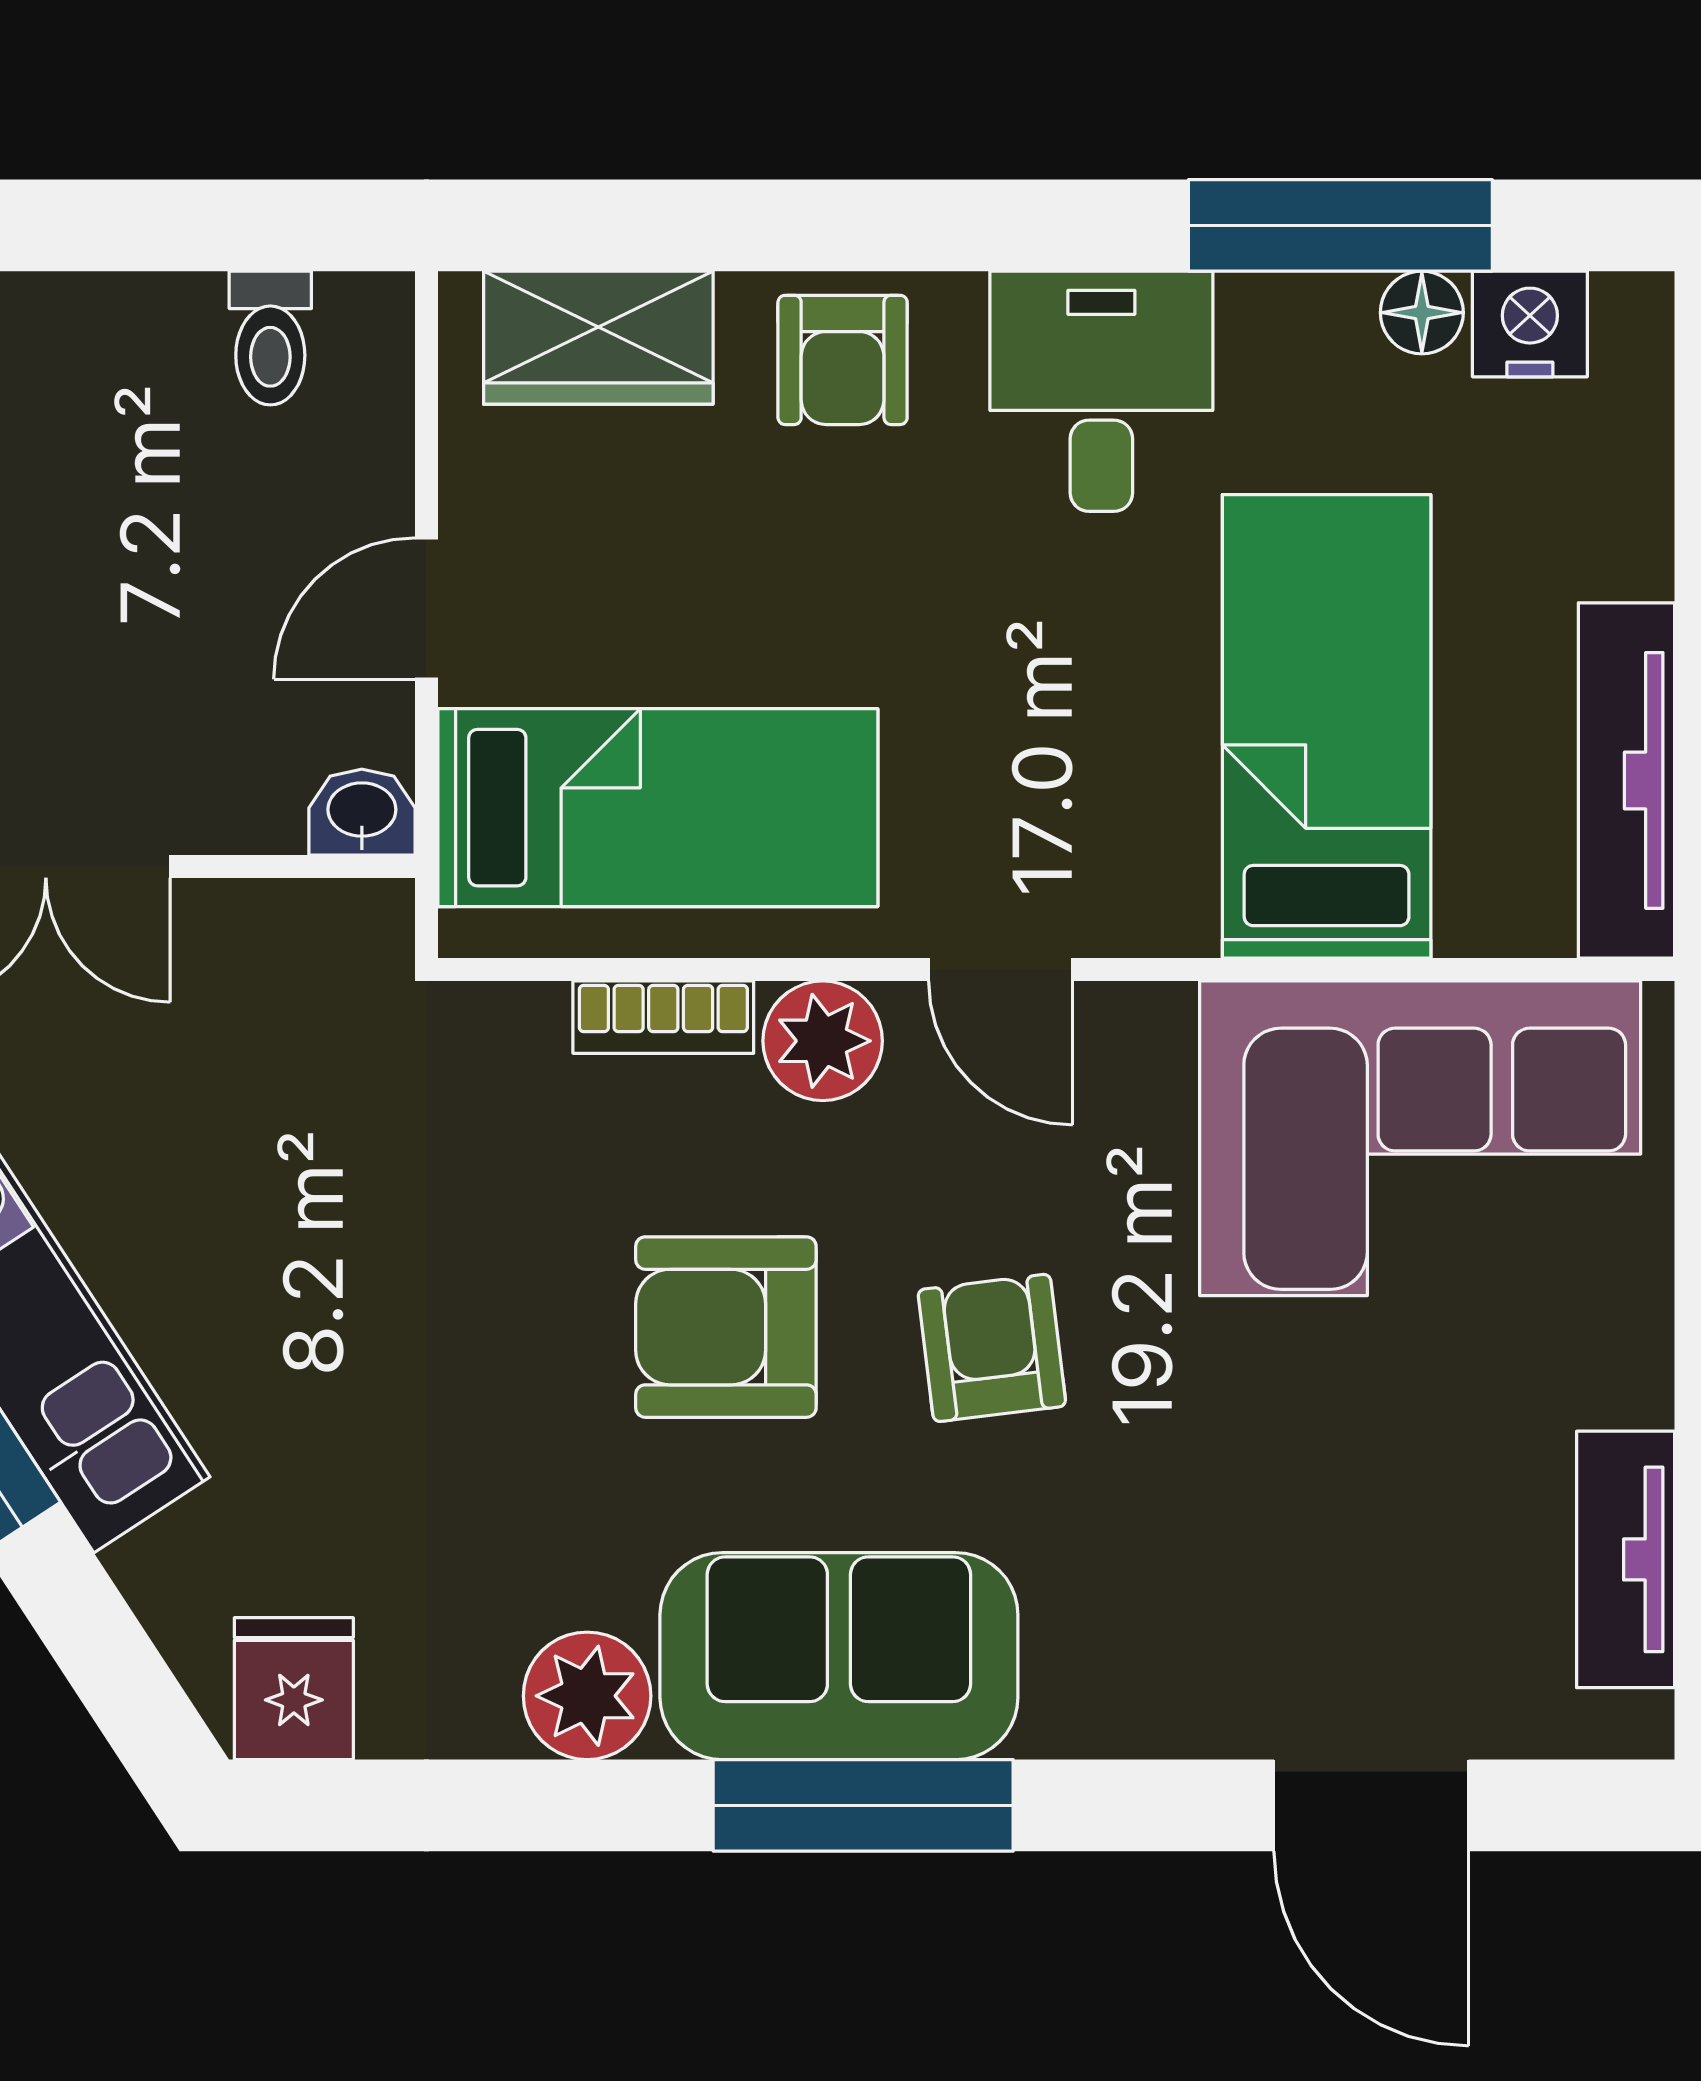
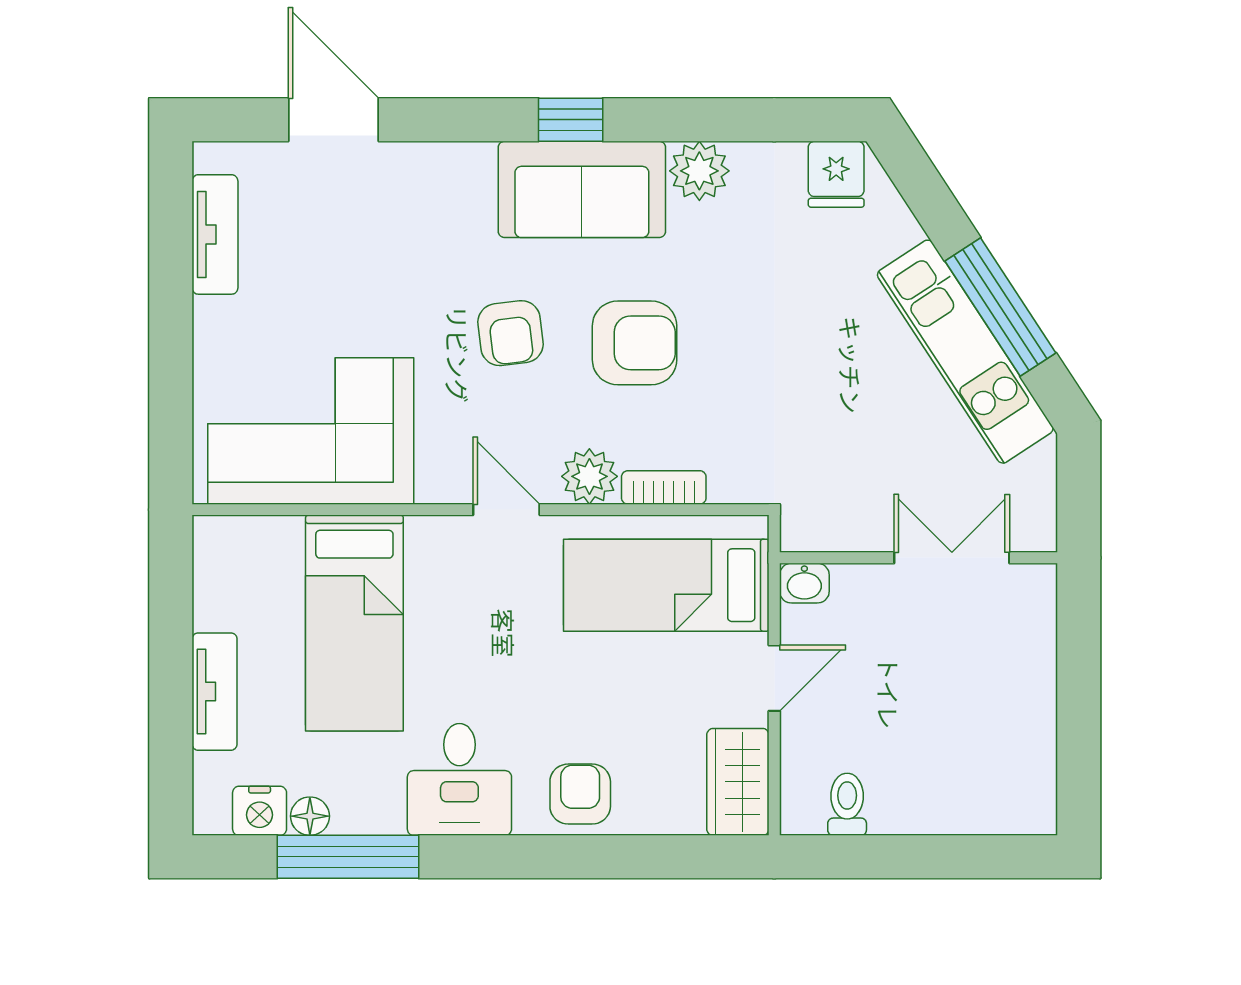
wardrobe: (598, 338) -> (738, 782), moved, turned -90
tv unit: (1626, 780) -> (215, 692), moved, width x0.71
window: (863, 1805) -> (571, 120), width x0.46

